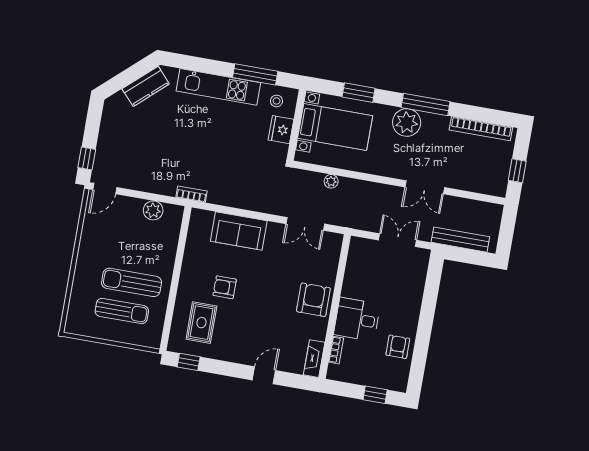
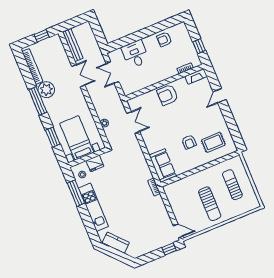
plant: (407, 122) -> (46, 90), moved
plant: (153, 210) -> (174, 201), removed
sofa: (239, 231) -> (163, 166), moved
bench: (460, 240) -> (73, 45), moved
sun lounger: (132, 282) -> (210, 204), moved
desk: (357, 319) -> (135, 54), moved, turned 180
window: (189, 362) -> (236, 136), removed
door: (264, 375) -> (220, 96), hinge flipped
window: (375, 395) -> (199, 46), moved

